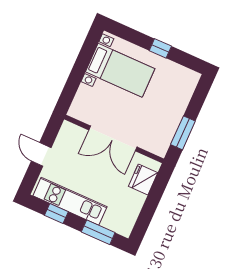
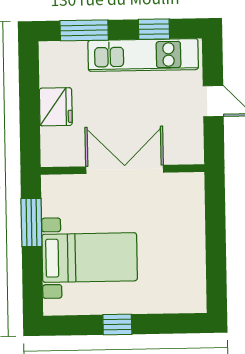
bed with nightstands: (120, 70) -> (90, 258), moved, turned 180
fridge: (143, 179) -> (56, 107), moved

